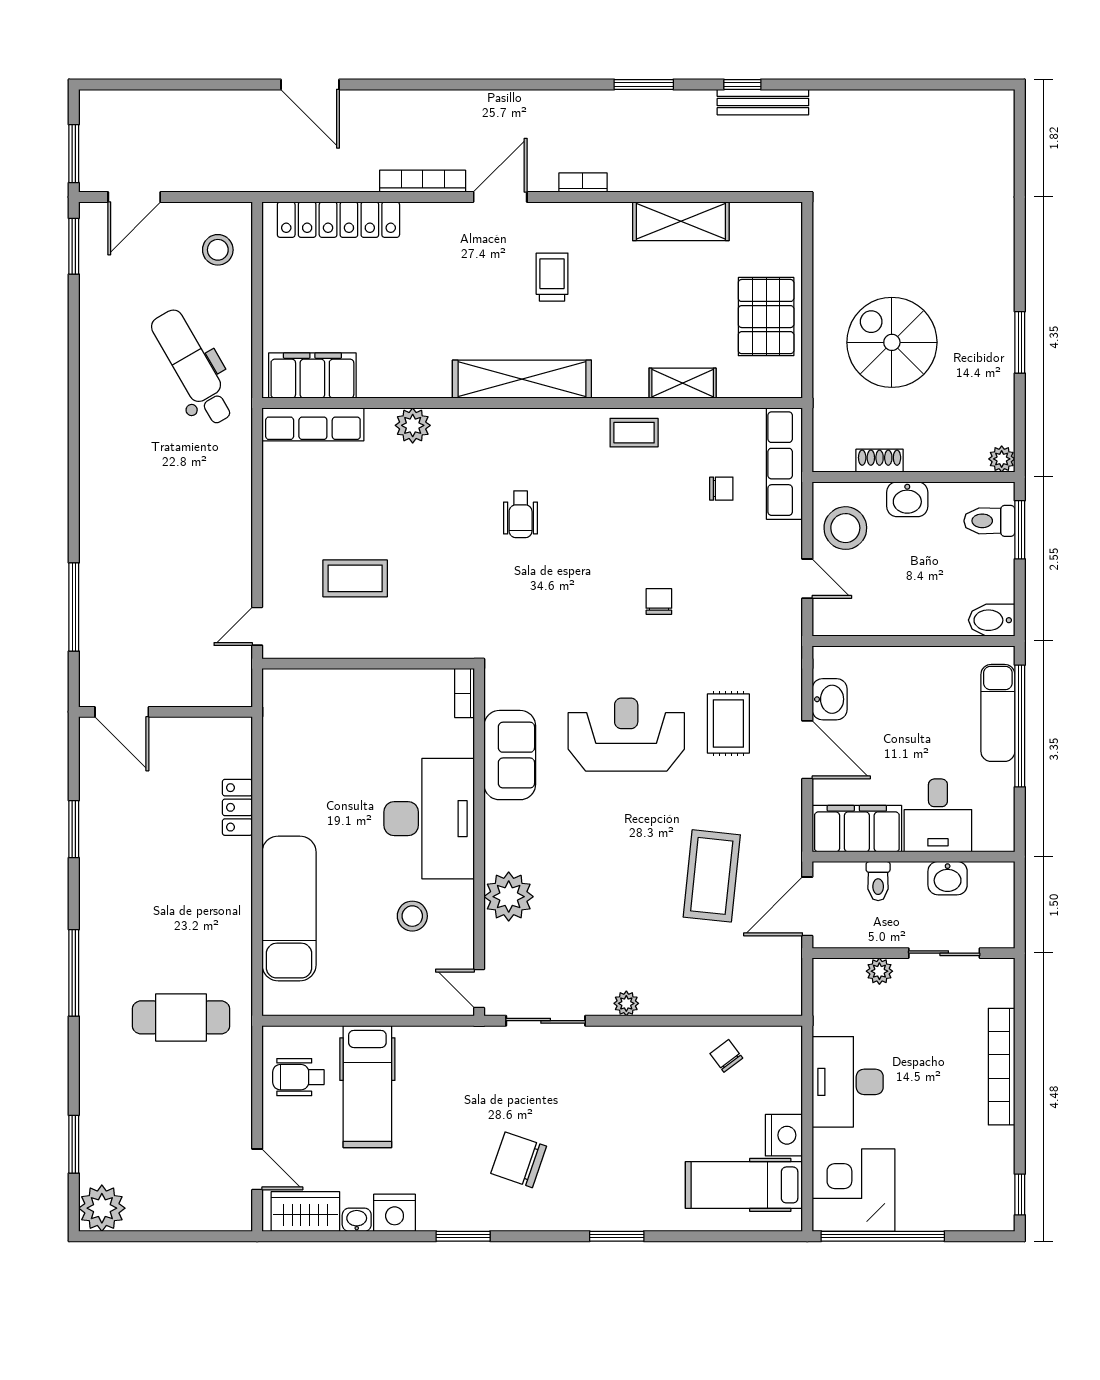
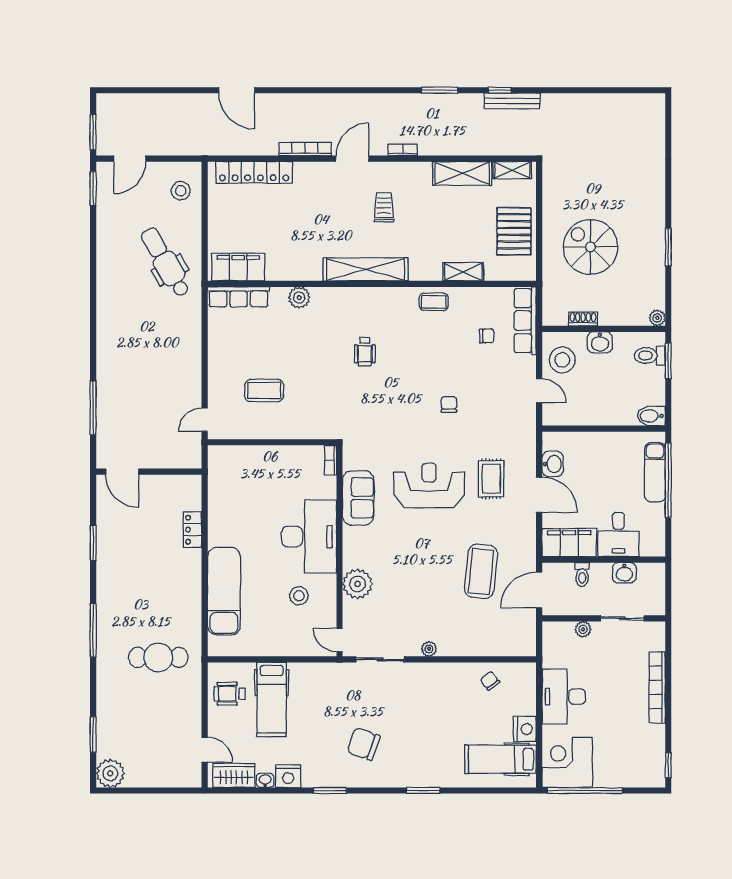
shelving: (763, 216) -> (512, 170), added

